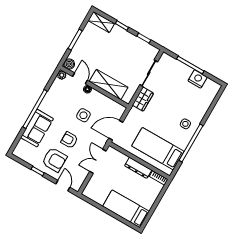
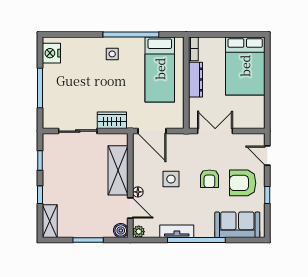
door: (80, 78) -> (130, 208), swing flipped
nightstand: (198, 79) -> (51, 53), moved
tv unit: (48, 100) -> (177, 231), added
sofa: (37, 128) -> (237, 225), moved
door: (116, 130) -> (152, 131), moved
armchair: (54, 160) -> (243, 183), turned -90
double door: (98, 161) -> (215, 131), swing flipped
door: (63, 186) -> (267, 155), hinge flipped
bed: (126, 209) -> (245, 66), width x1.50

